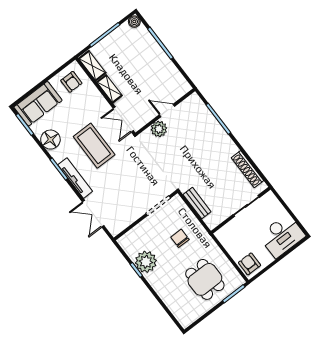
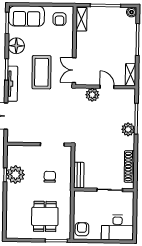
shelving: (109, 89) -> (131, 75), moved
plant: (219, 135) -> (128, 129), added
bench: (197, 203) -> (79, 175), moved

